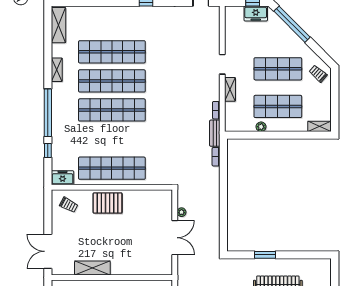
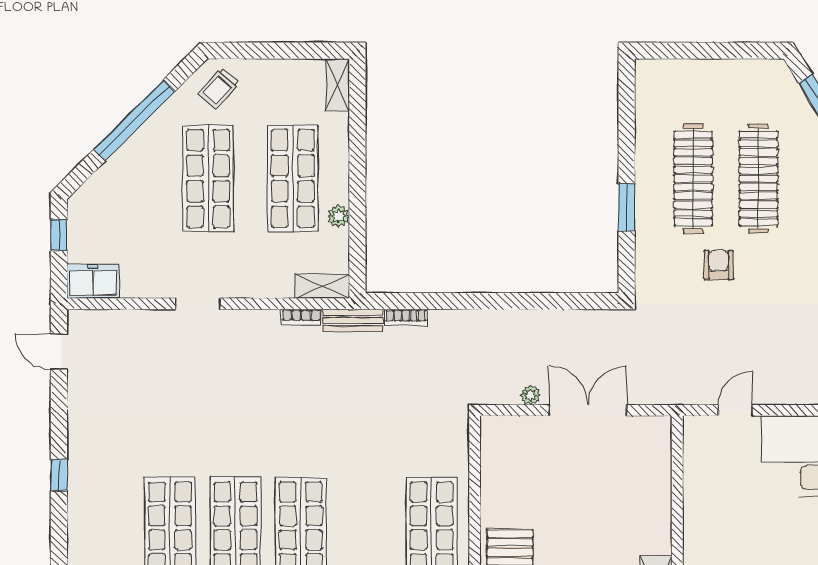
freezer: (256, 14) -> (93, 281), moved, turned -90
window: (292, 24) -> (134, 120), moved
shelving: (230, 89) -> (322, 286), moved

